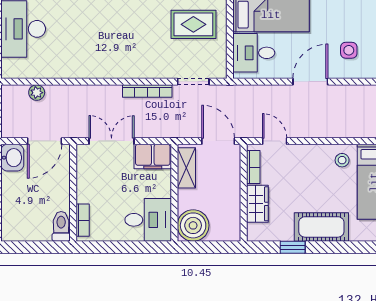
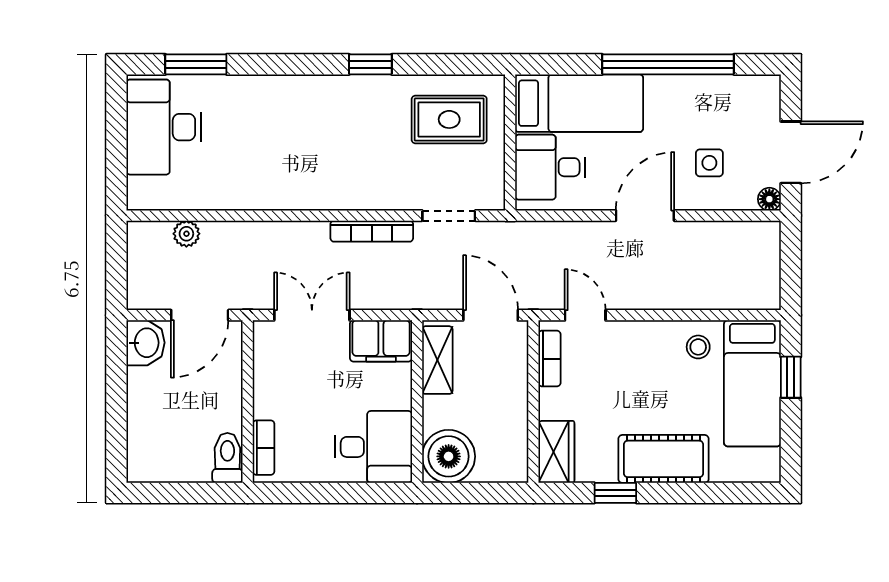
wardrobe: (257, 204) -> (556, 452), moved

